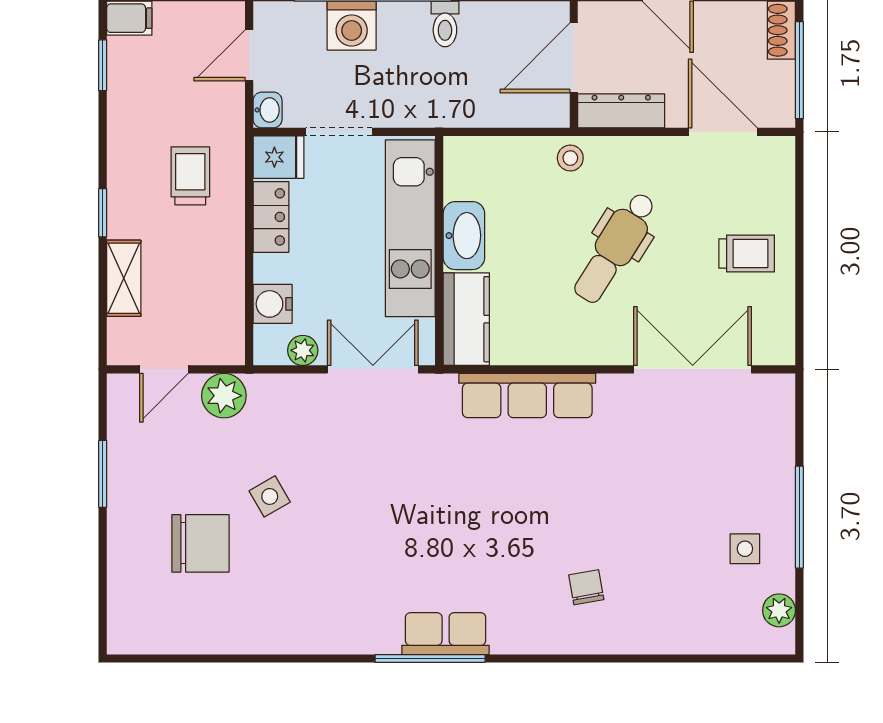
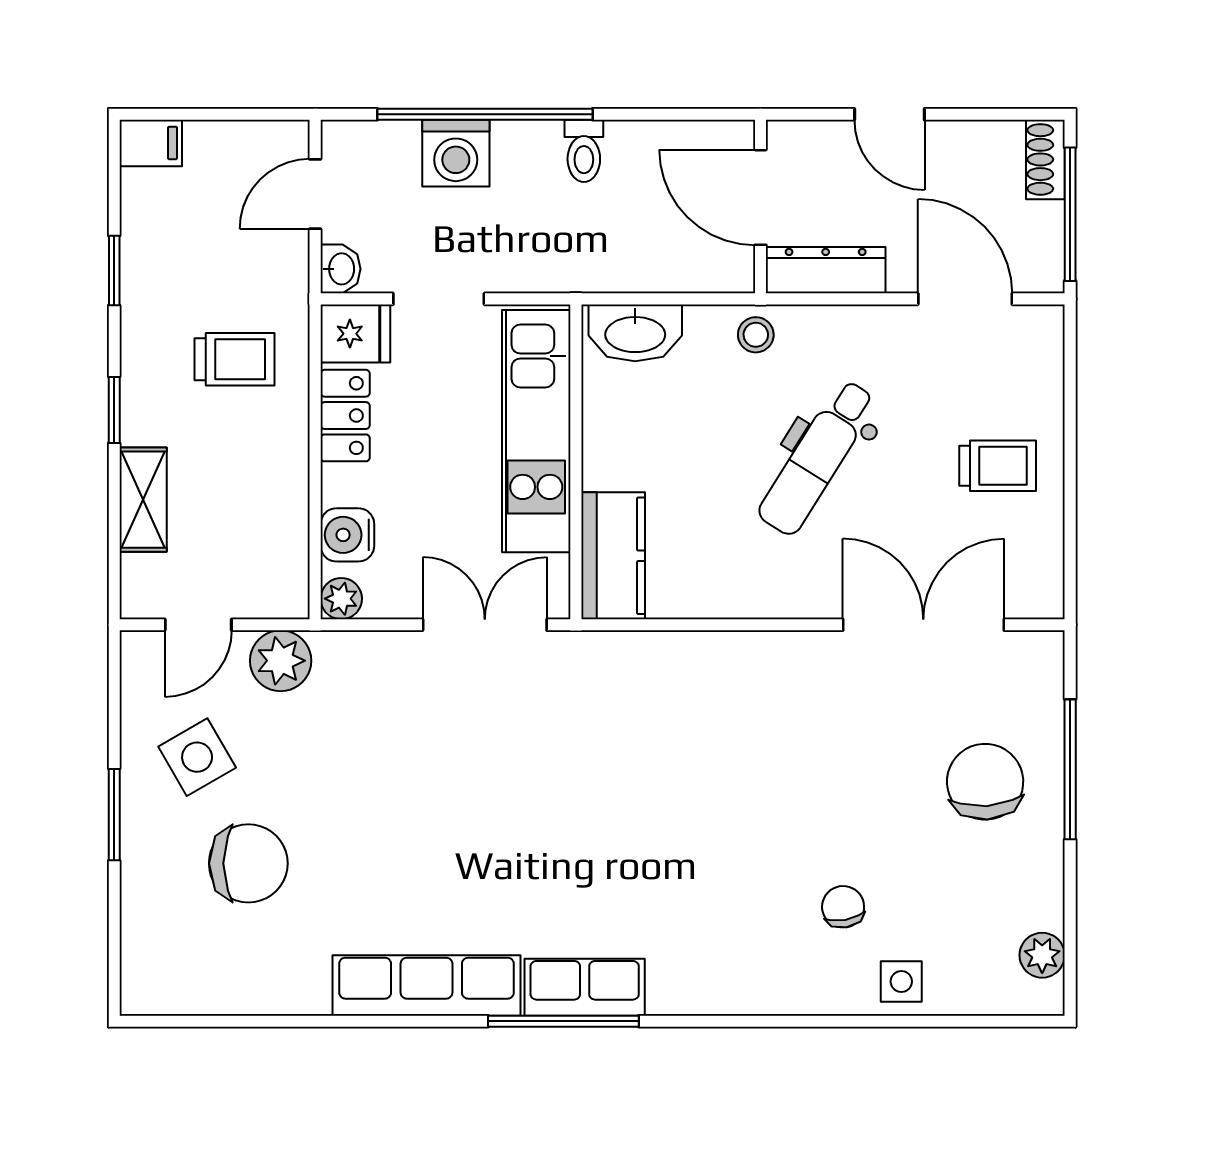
door: (574, 58) -> (761, 197), hinge flipped
window: (103, 65) -> (114, 270), moved
trolley: (190, 176) -> (234, 359), turned 90
washbasin: (464, 236) -> (635, 333), moved, turned 90
plant: (303, 350) -> (341, 599), moved
row of seats: (527, 396) -> (426, 985), moved, turned 180
window: (103, 474) -> (114, 815), moved
chair: (737, 484) -> (985, 782), added
side table: (270, 496) -> (197, 757), moved, width x1.37, depth x1.37
window: (799, 517) -> (1070, 769), moved
side table: (745, 549) -> (901, 981), moved
chair: (586, 587) -> (843, 907), moved

